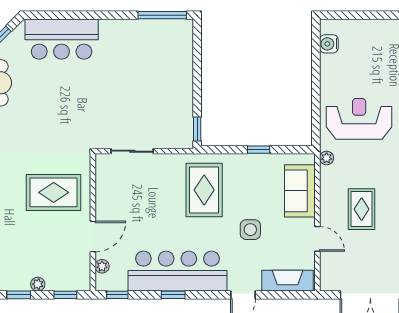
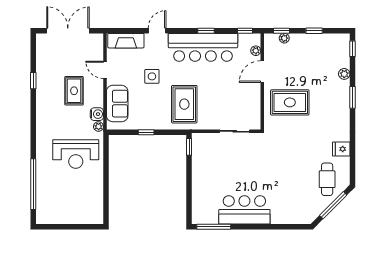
bar counter: (62, 39) -> (244, 210), moved
water cooler: (329, 44) -> (97, 114), moved
plant: (38, 284) -> (284, 38), moved

